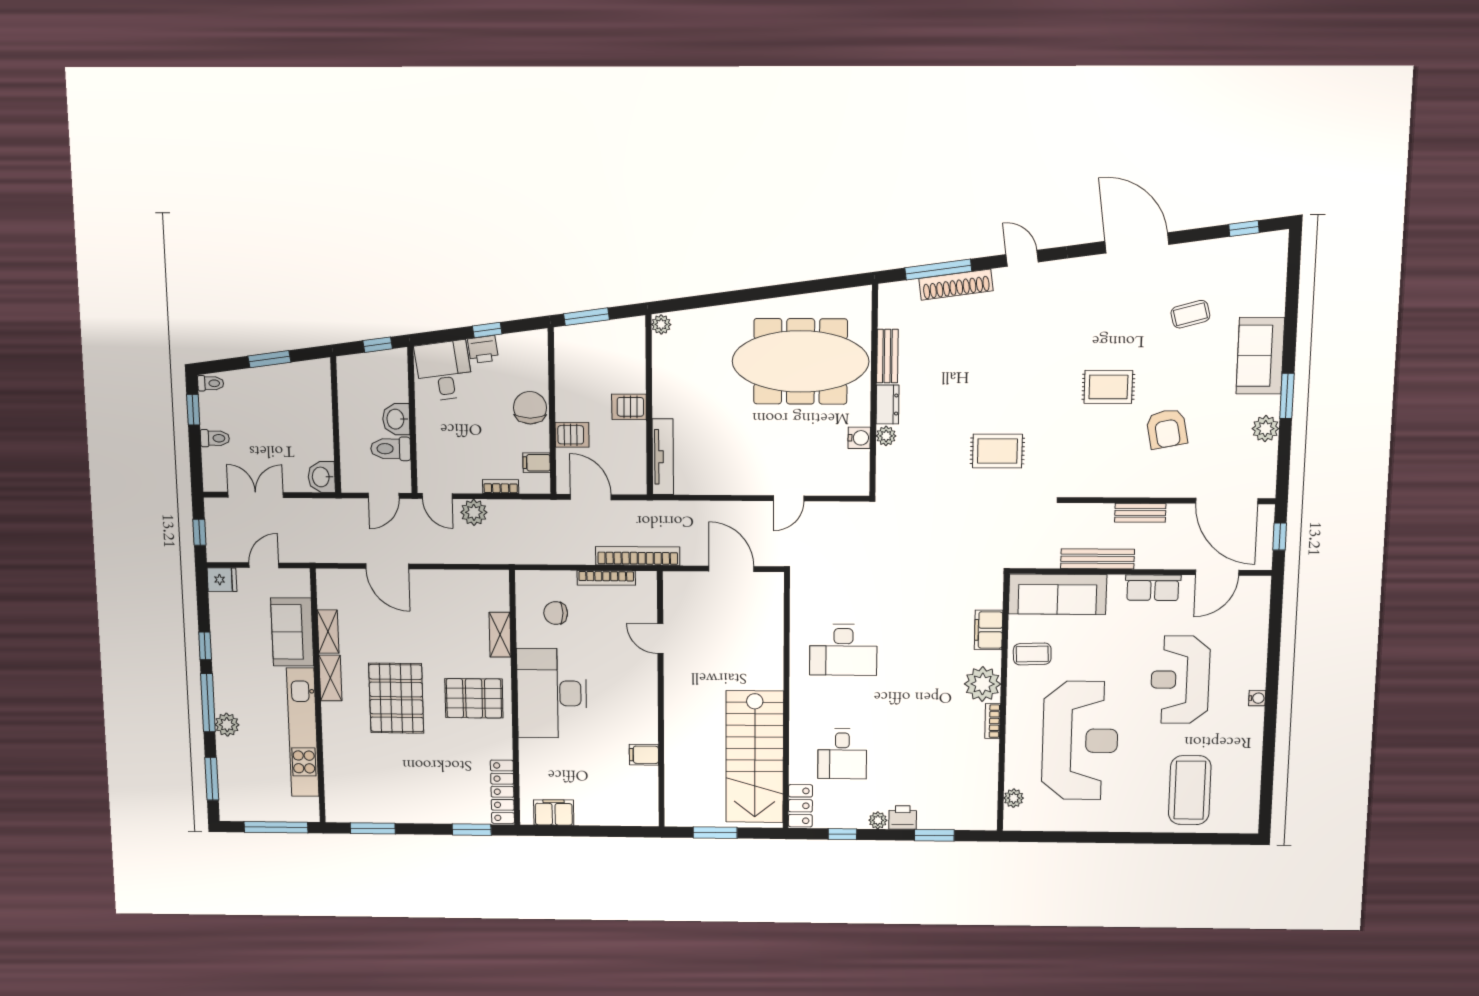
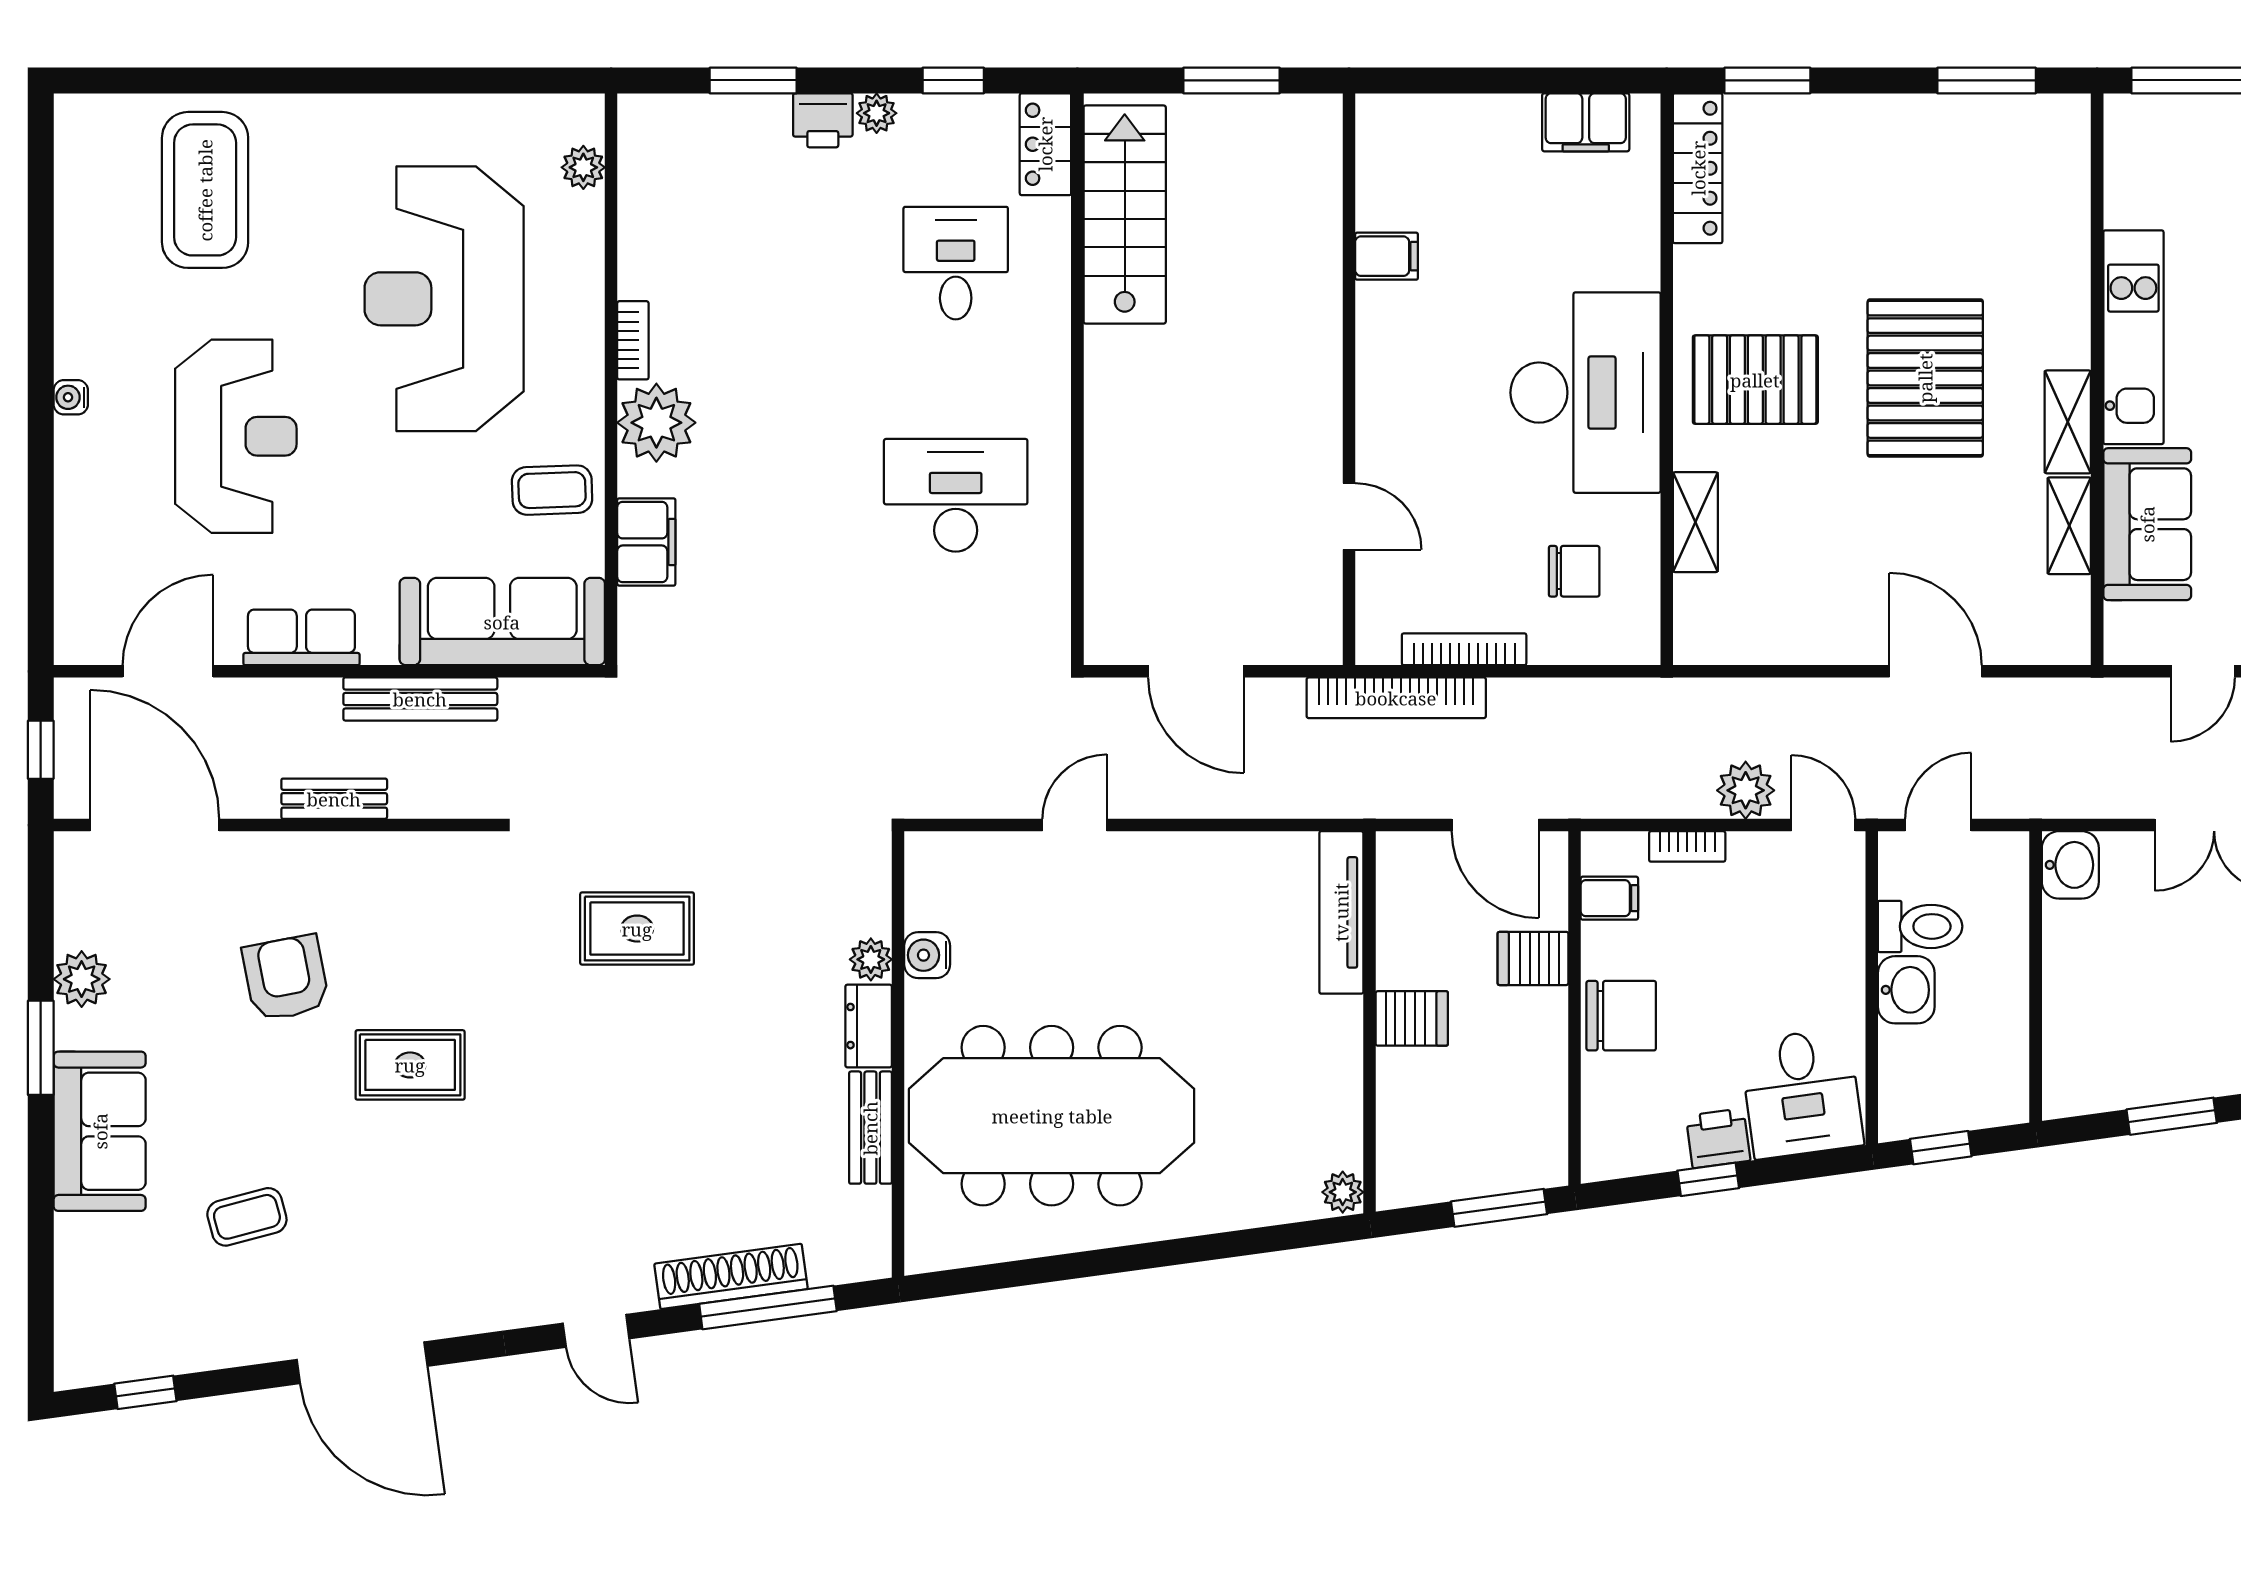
chair: (530, 408) -> (1621, 1016), turned -90
kitchen unit: (303, 732) -> (2133, 337), width x0.73
stairs: (755, 757) -> (1125, 215), width x0.73, depth x0.66

